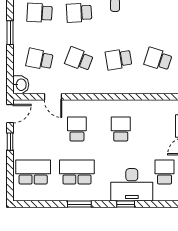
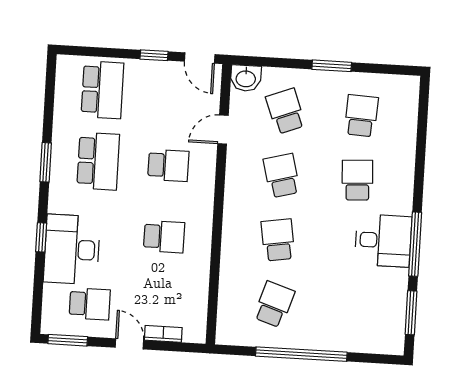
school desk: (40, 59) -> (286, 111), turned -33
school desk: (79, 59) -> (282, 176), turned -36

